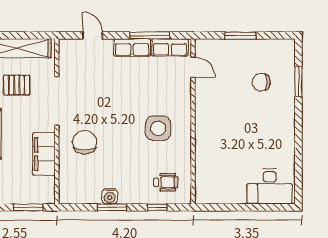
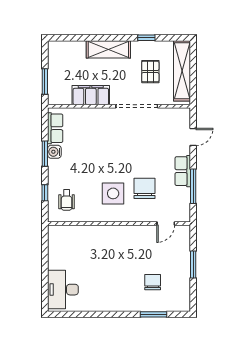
row of seats: (170, 47) -> (55, 128), moved, turned 180
chair: (85, 142) -> (145, 188), moved, turned -89

